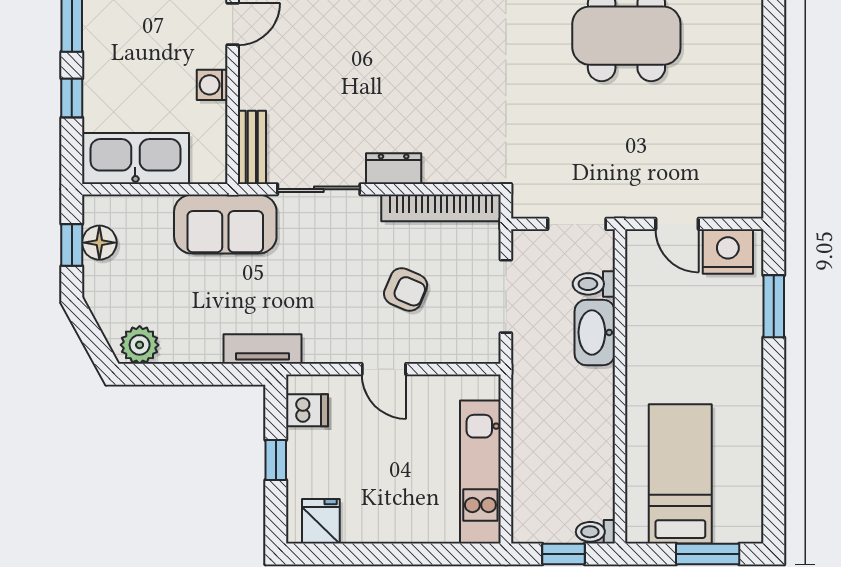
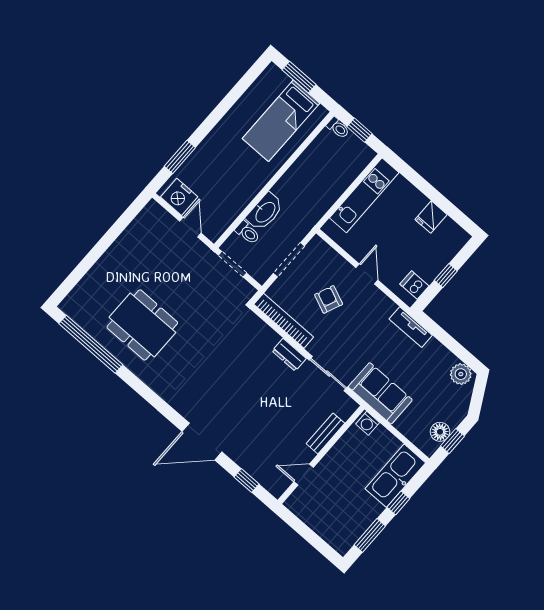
washing machine: (212, 85) -> (368, 423), moved, turned 90
bench: (252, 147) -> (325, 433), moved
kitchen sink: (135, 158) -> (395, 476), moved, turned 90
fridge: (321, 521) -> (431, 217), moved

